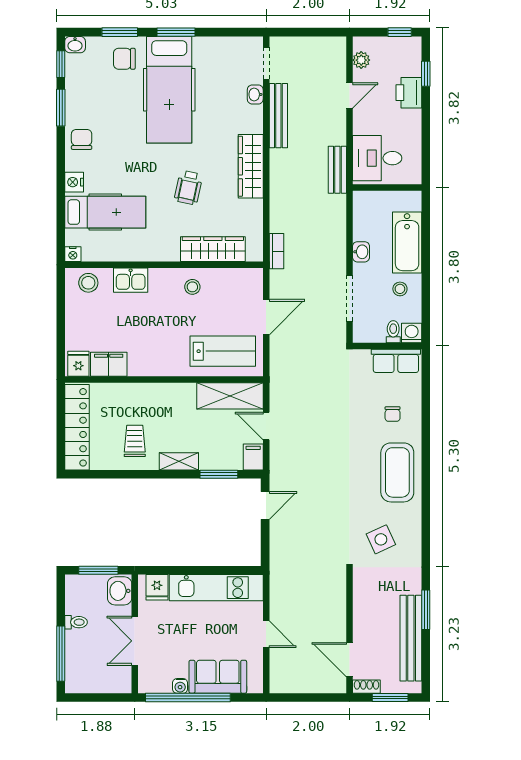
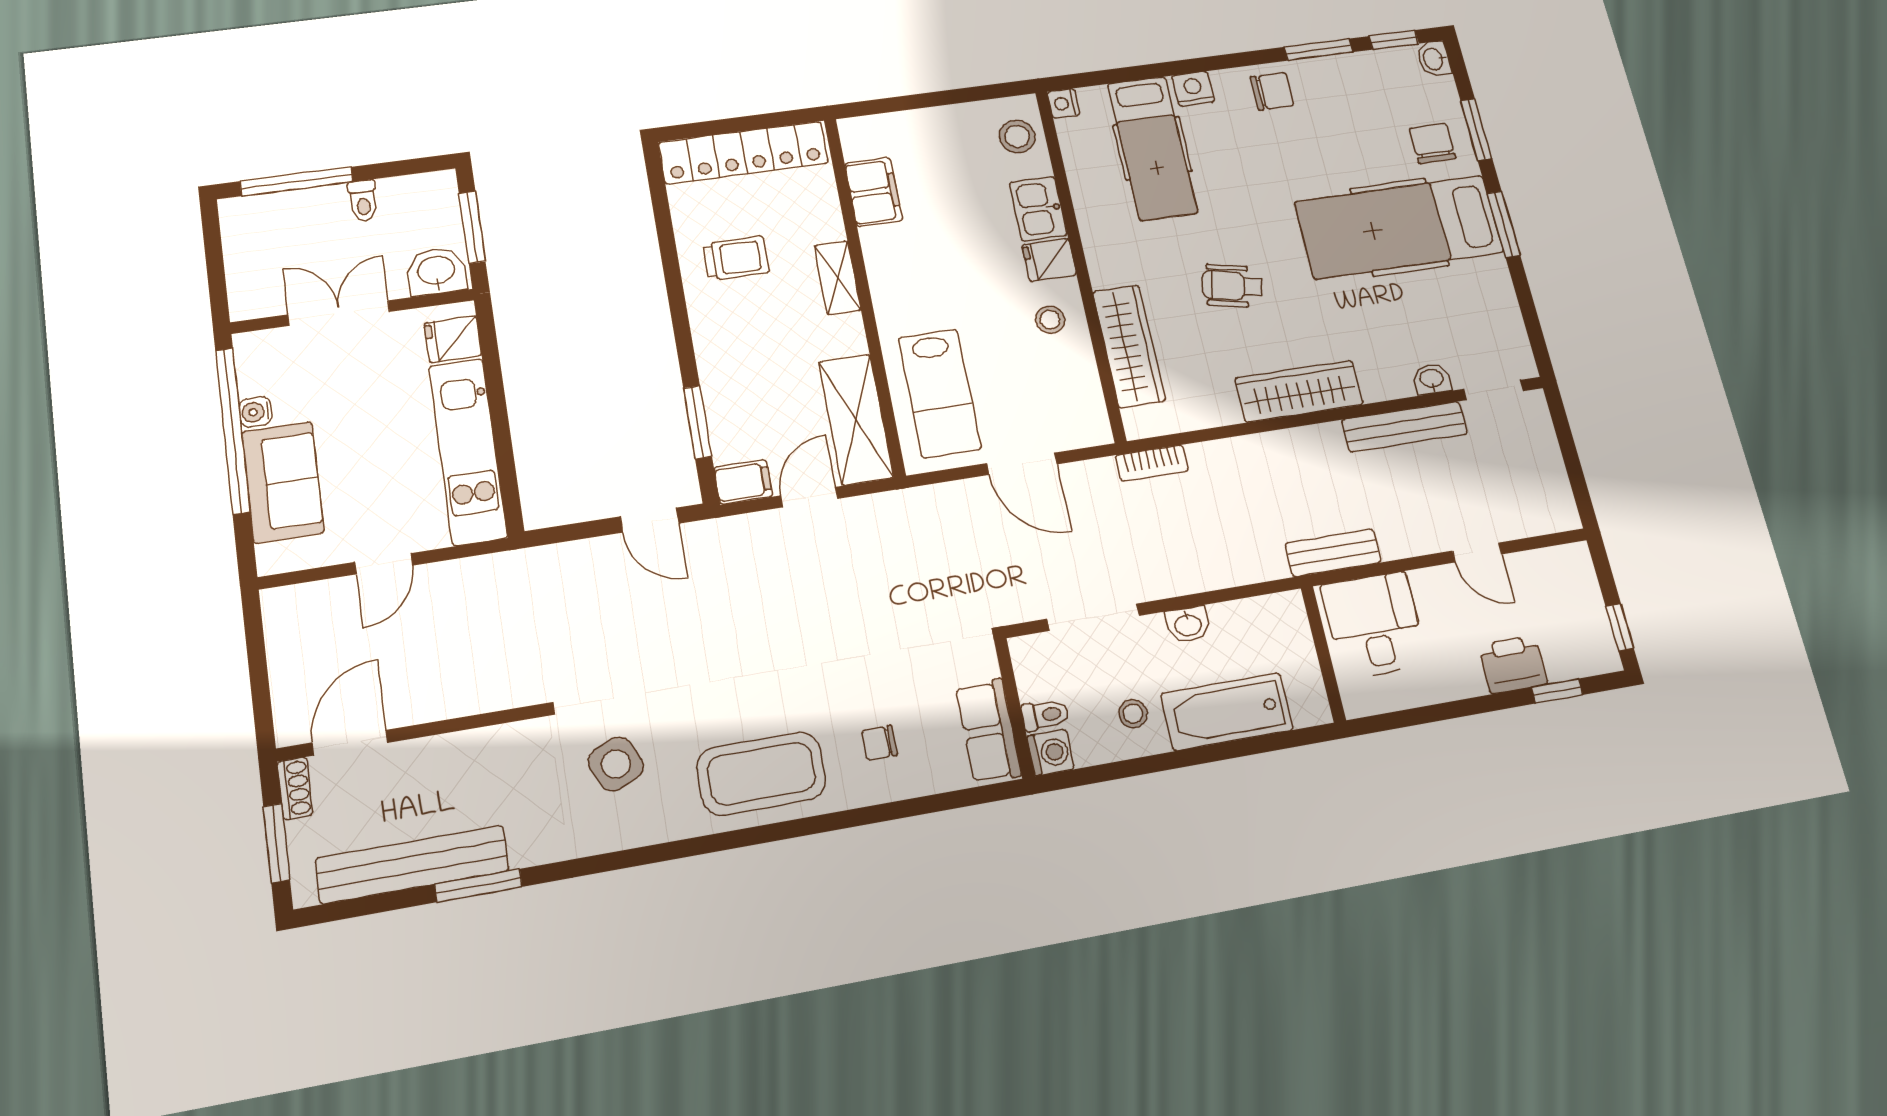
plant: (361, 60) -> (1548, 563), removed
fridge: (78, 364) -> (1049, 260), moved, turned 180
shelving: (179, 461) -> (838, 278), moved

